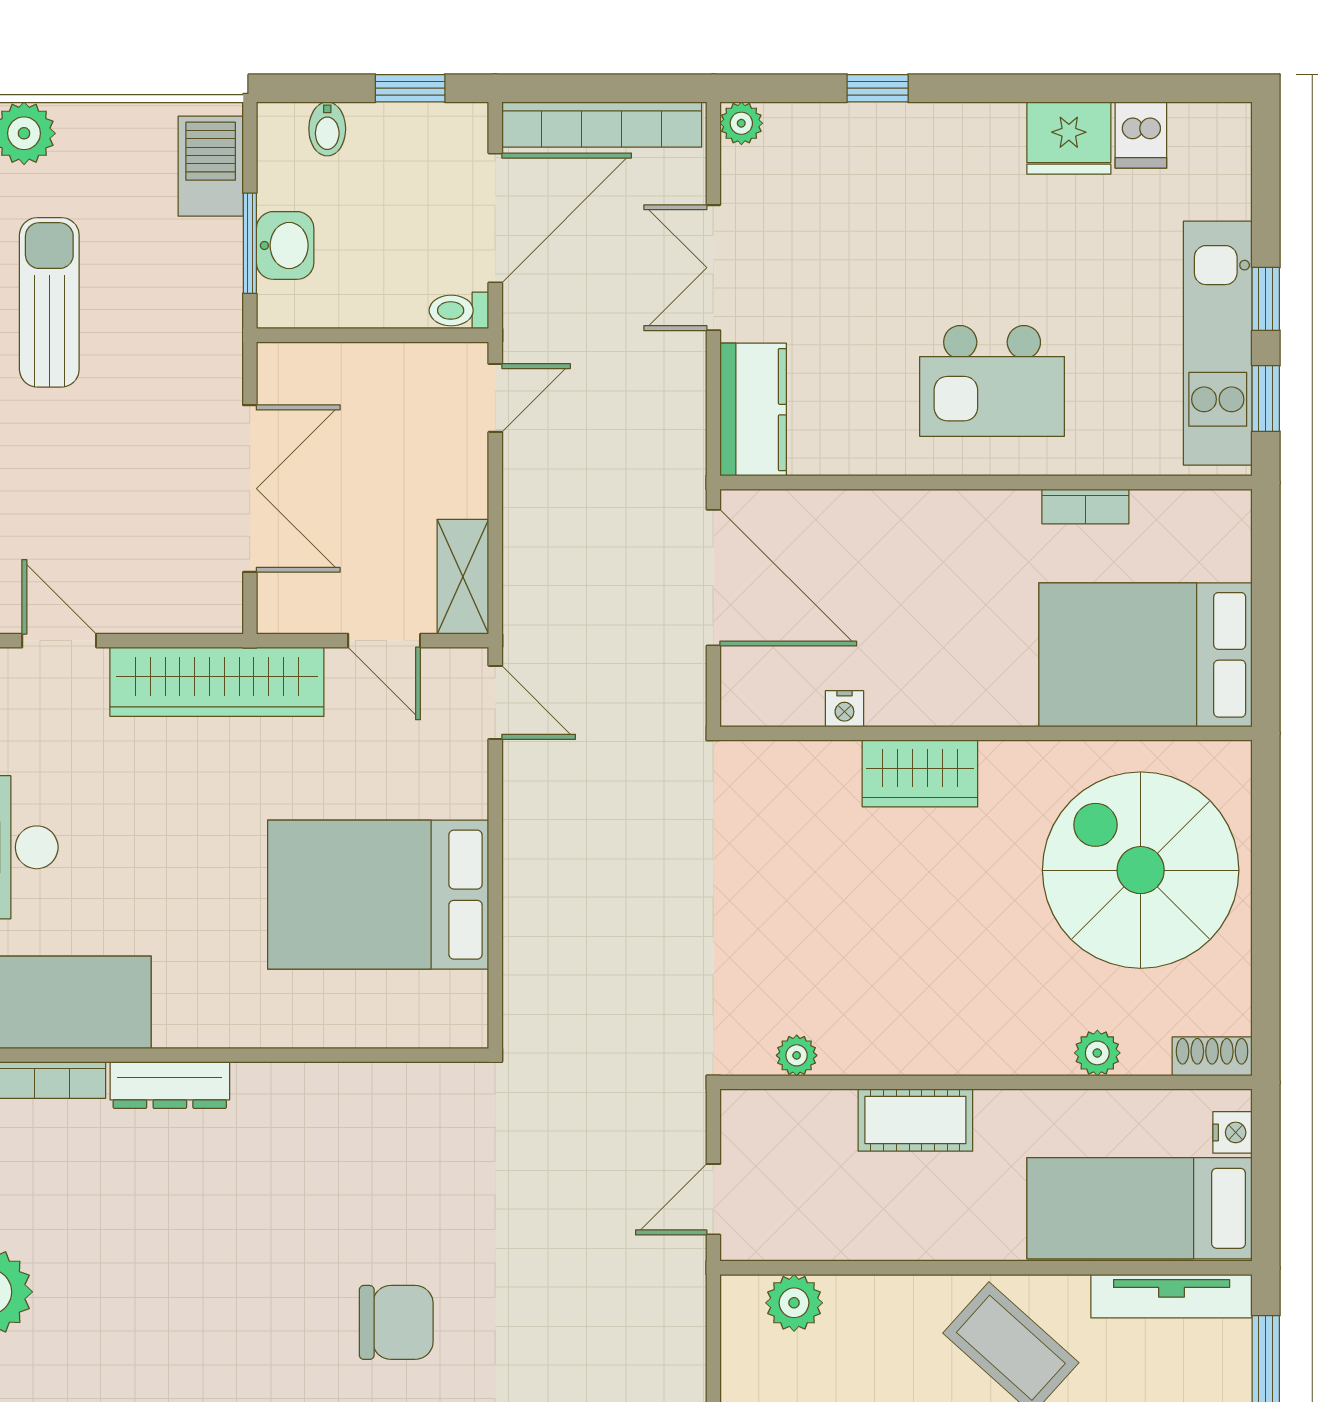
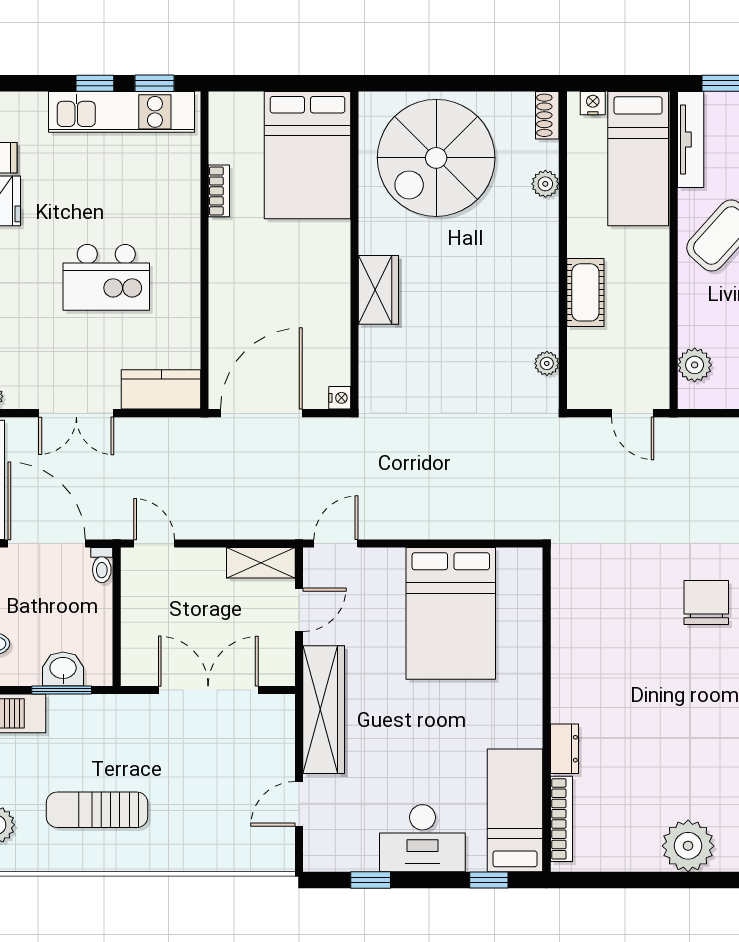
kitchen island: (992, 381) -> (106, 277), moved, turned 90
nightstand: (844, 709) -> (340, 398), moved
dresser: (170, 1085) -> (564, 749), width x0.70

